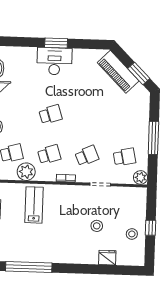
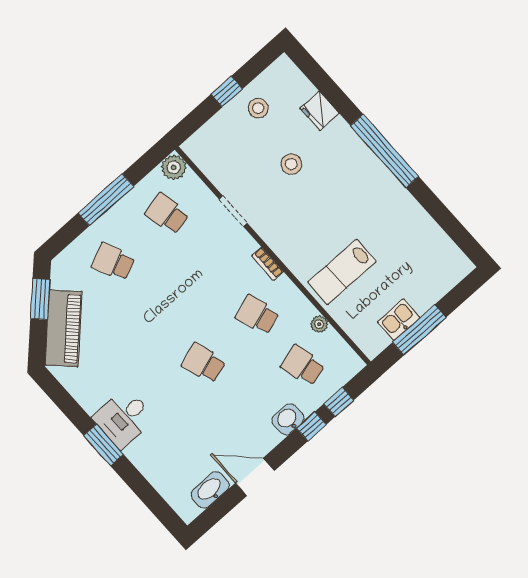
desk: (54, 61) -> (124, 418), width x0.73
school desk: (87, 156) -> (113, 262), moved
plant: (26, 172) -> (319, 324), width x0.53, depth x0.53
window: (29, 267) -> (385, 151), moved

